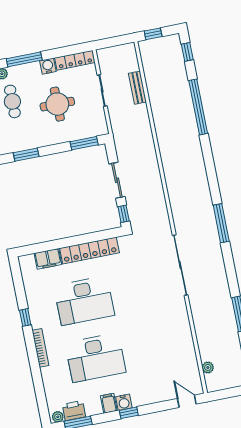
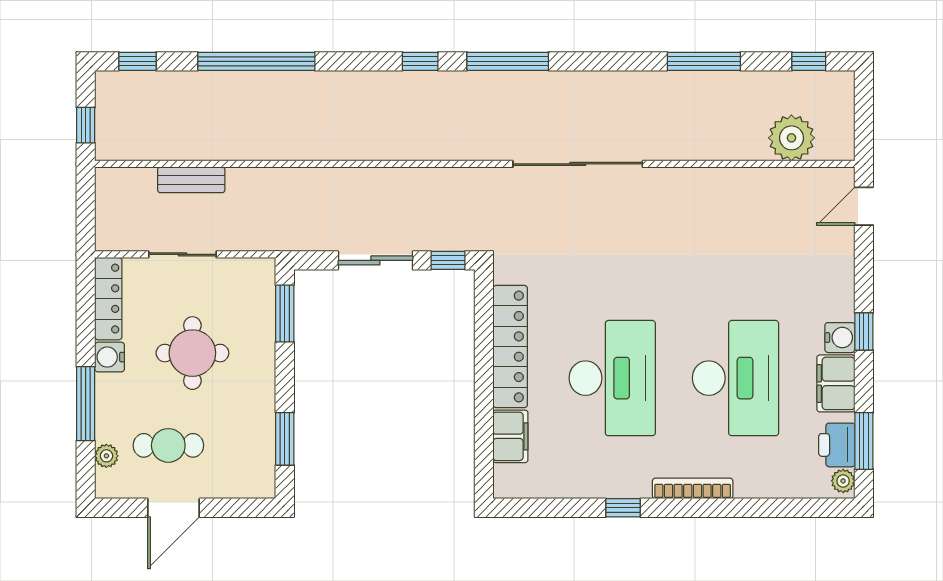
window: (213, 183) -> (420, 61), added
plant: (208, 367) -> (791, 138), width x1.87, depth x1.87
filing cabinet: (109, 403) -> (836, 383), width x2.00

